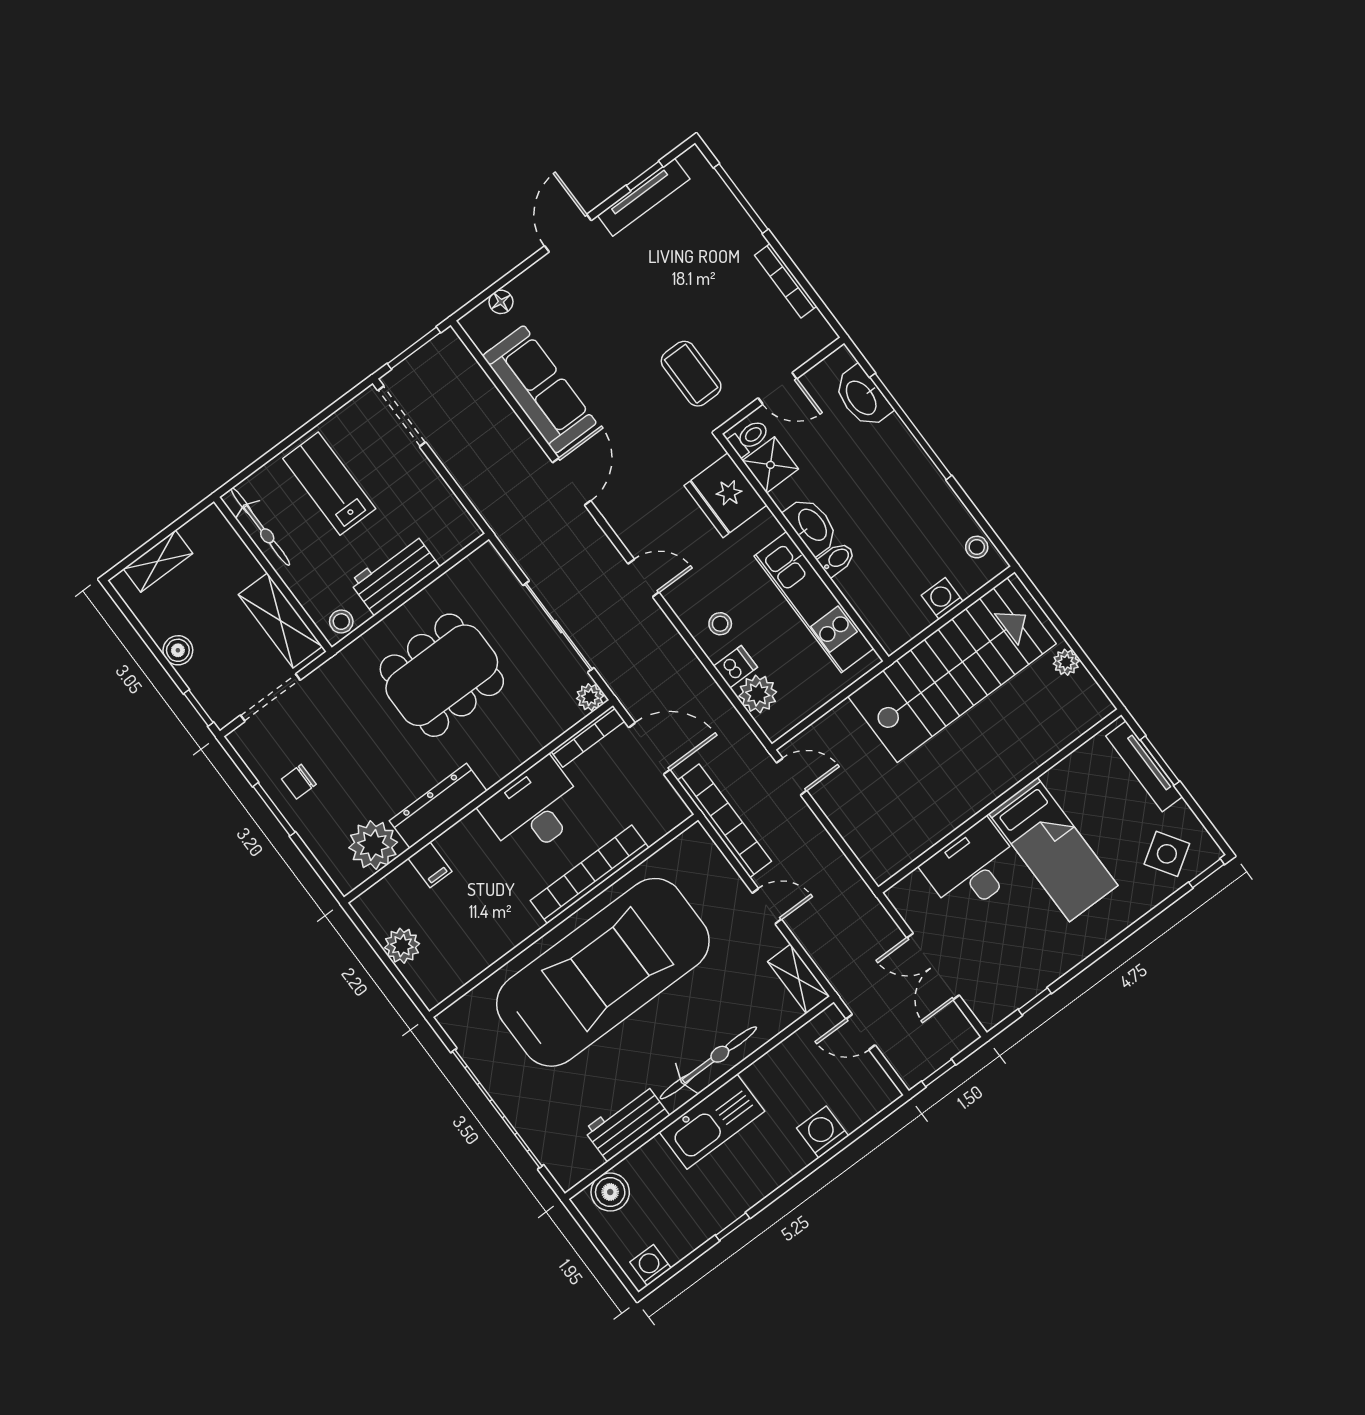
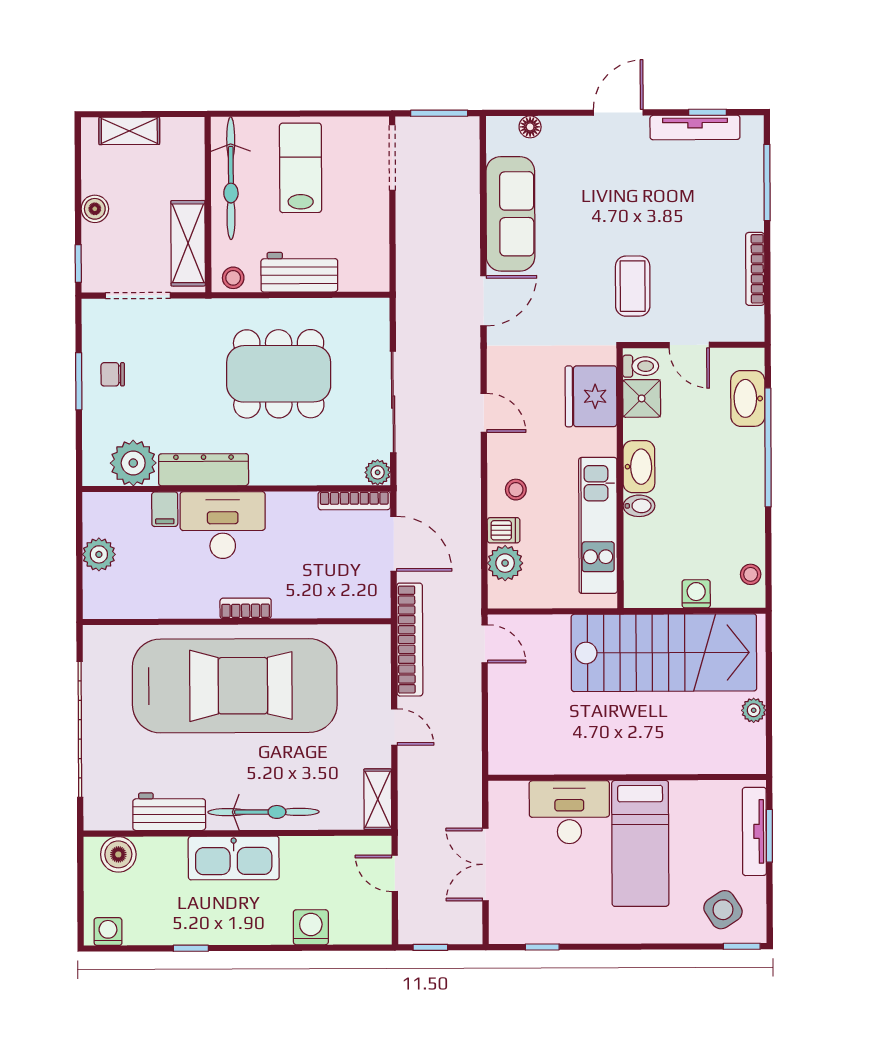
bicycle: (260, 527) -> (231, 178), width x1.37, depth x1.40
desk: (534, 809) -> (223, 525), moved
bookcase: (590, 874) -> (246, 608), width x0.43, depth x0.76

